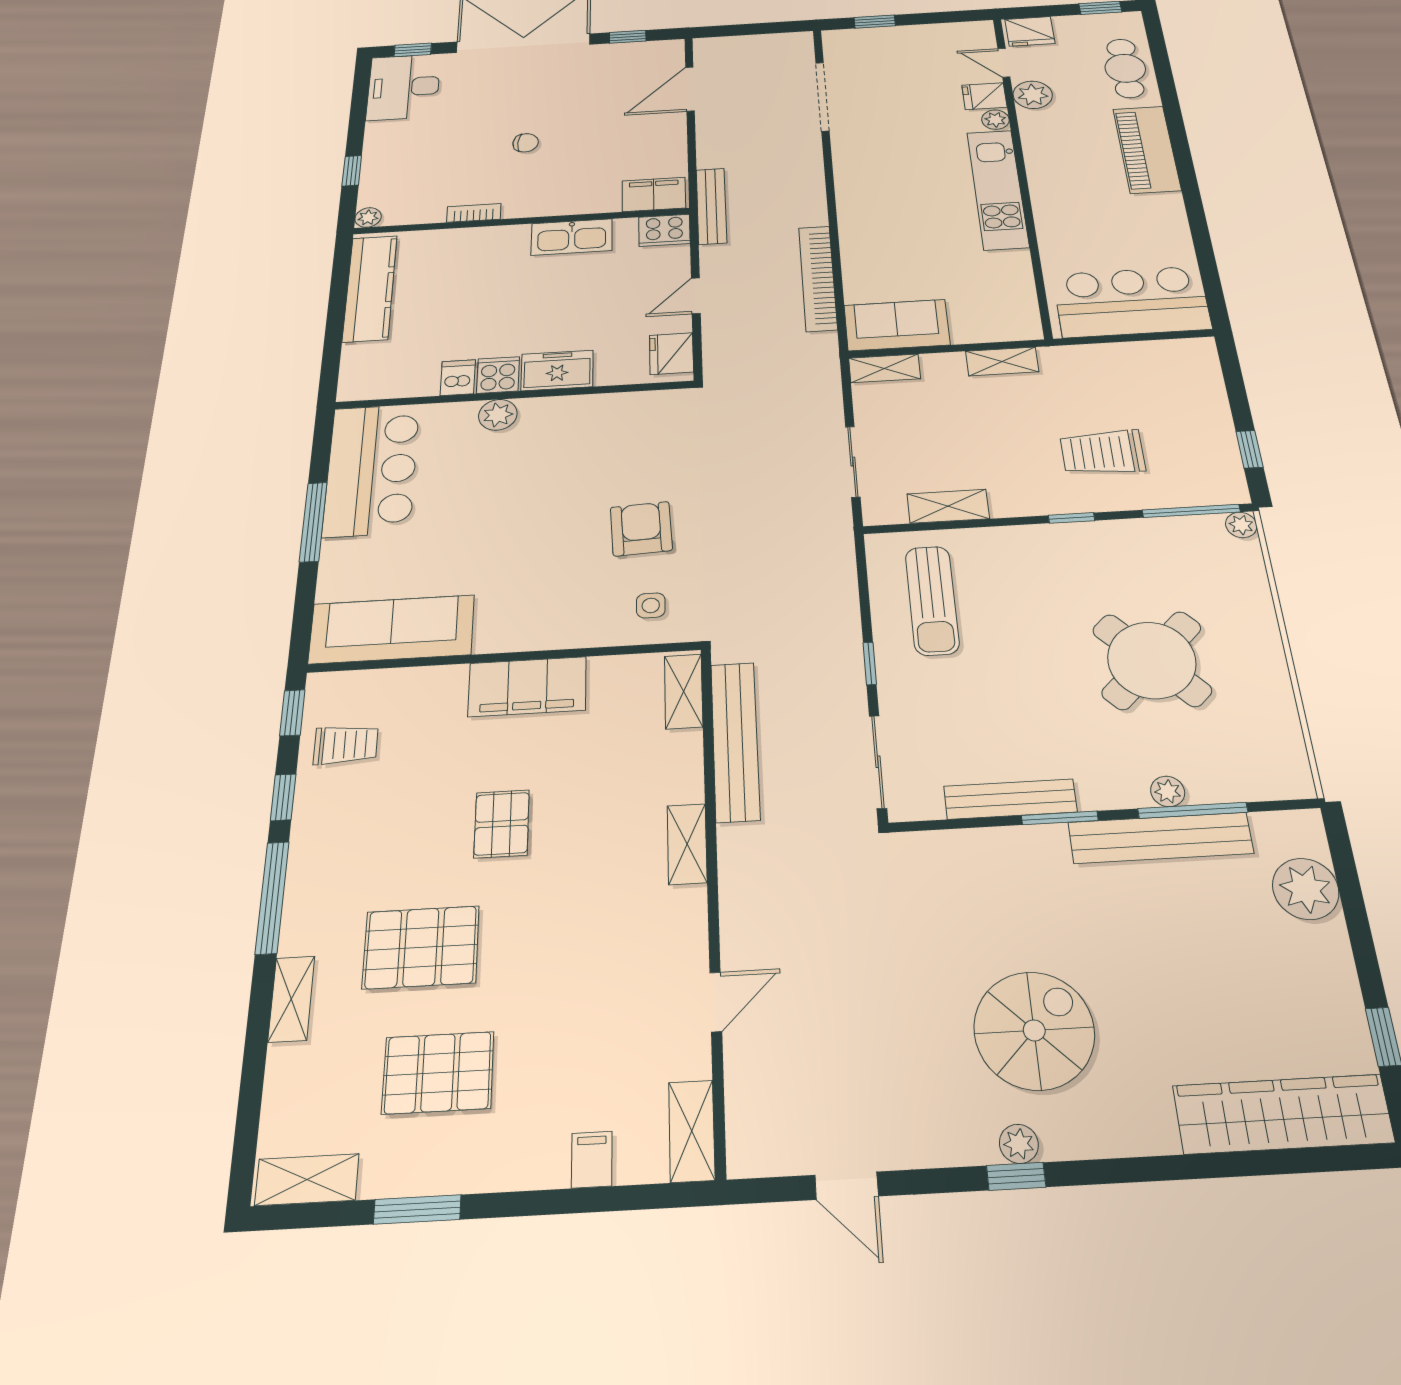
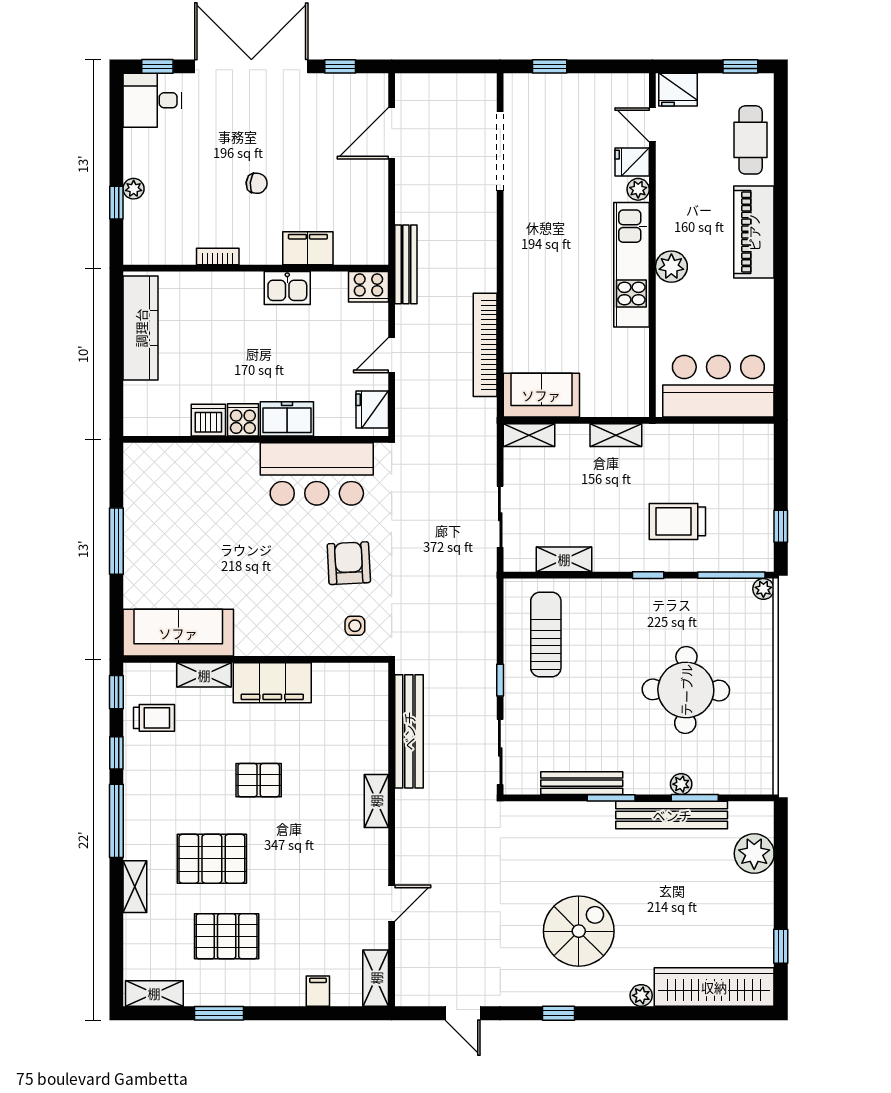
desk: (404, 87) -> (152, 100), width x0.73
plant: (1033, 95) -> (671, 267), moved
filing cabinet: (654, 194) -> (308, 248), moved
plant: (368, 217) -> (134, 189), moved
kitchen sink: (572, 237) -> (287, 288), width x0.73
dishwasher: (458, 378) -> (208, 420), width x1.38
plant: (498, 415) -> (244, 457), removed
bar counter: (371, 470) -> (317, 474), moved, turned 90
sun lounger: (932, 600) -> (546, 634), turned 180
round table: (1152, 660) -> (686, 690), turned 45
shelving: (684, 691) -> (204, 675), moved, turned 90
window: (1193, 810) -> (695, 798), width x0.69
pallet: (502, 824) -> (259, 780), turned 90
plant: (1019, 1144) -> (641, 995), moved

